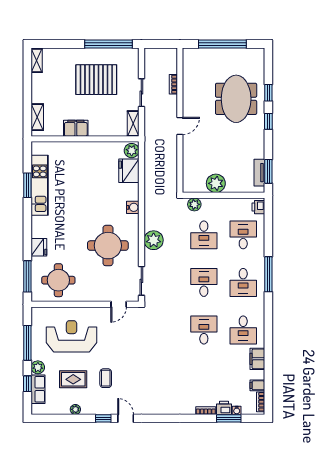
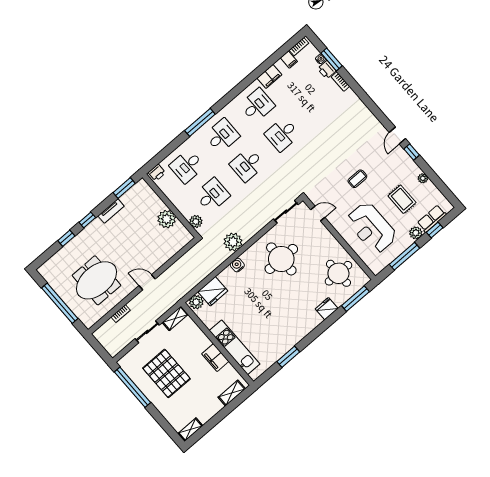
meeting table: (236, 99) -> (96, 280), moved
tv unit: (259, 173) -> (111, 211), moved
kitchen unit: (40, 185) -> (235, 347), moved, turned 90
plant: (154, 240) -> (233, 242), moved
coffee table: (106, 378) -> (357, 179), moved

